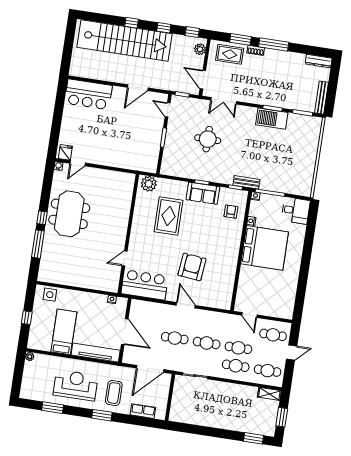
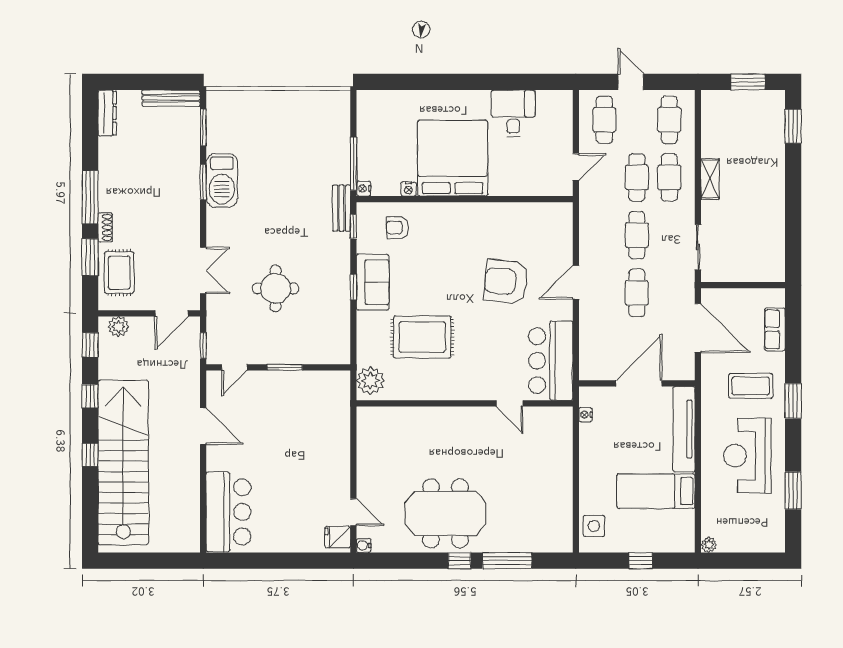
desk: (296, 211) -> (513, 113), moved
shelving: (269, 394) -> (710, 179), moved

